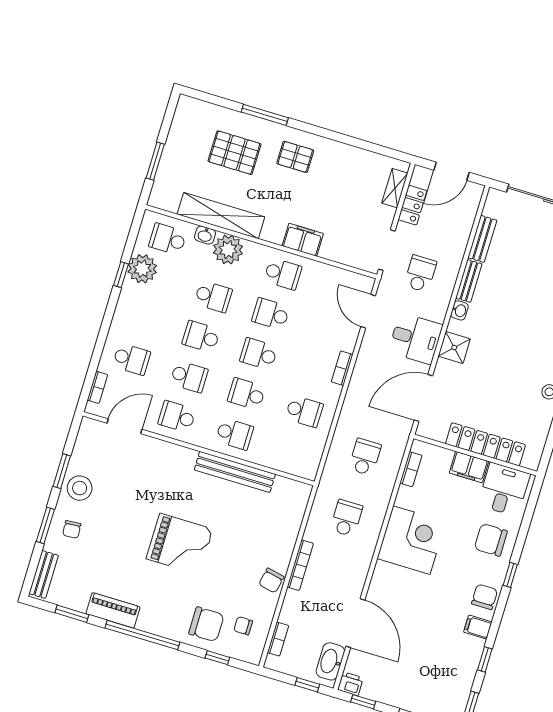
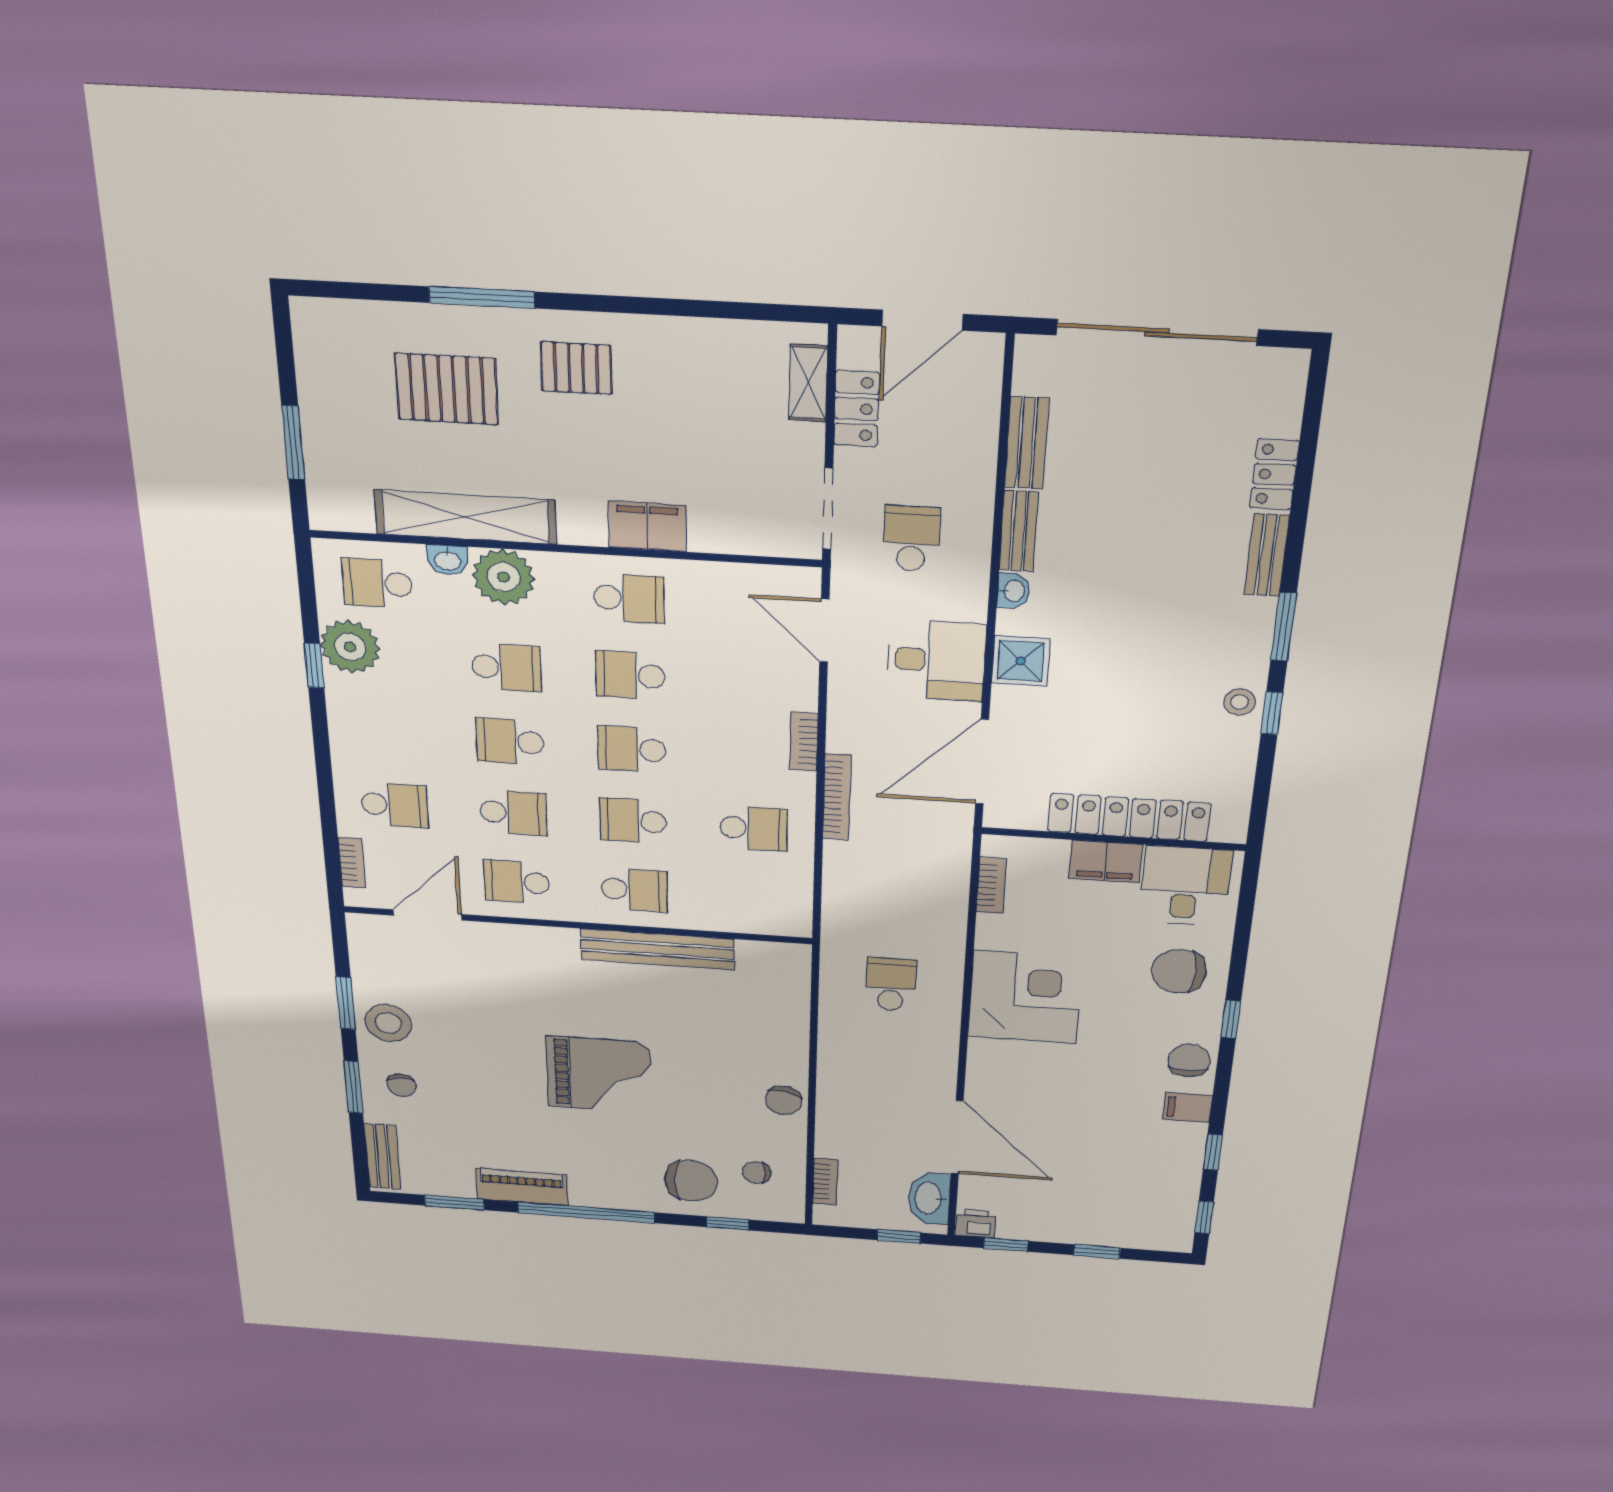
school desk: (365, 457) -> (896, 882), removed
bookcase: (300, 565) -> (837, 797), moved

